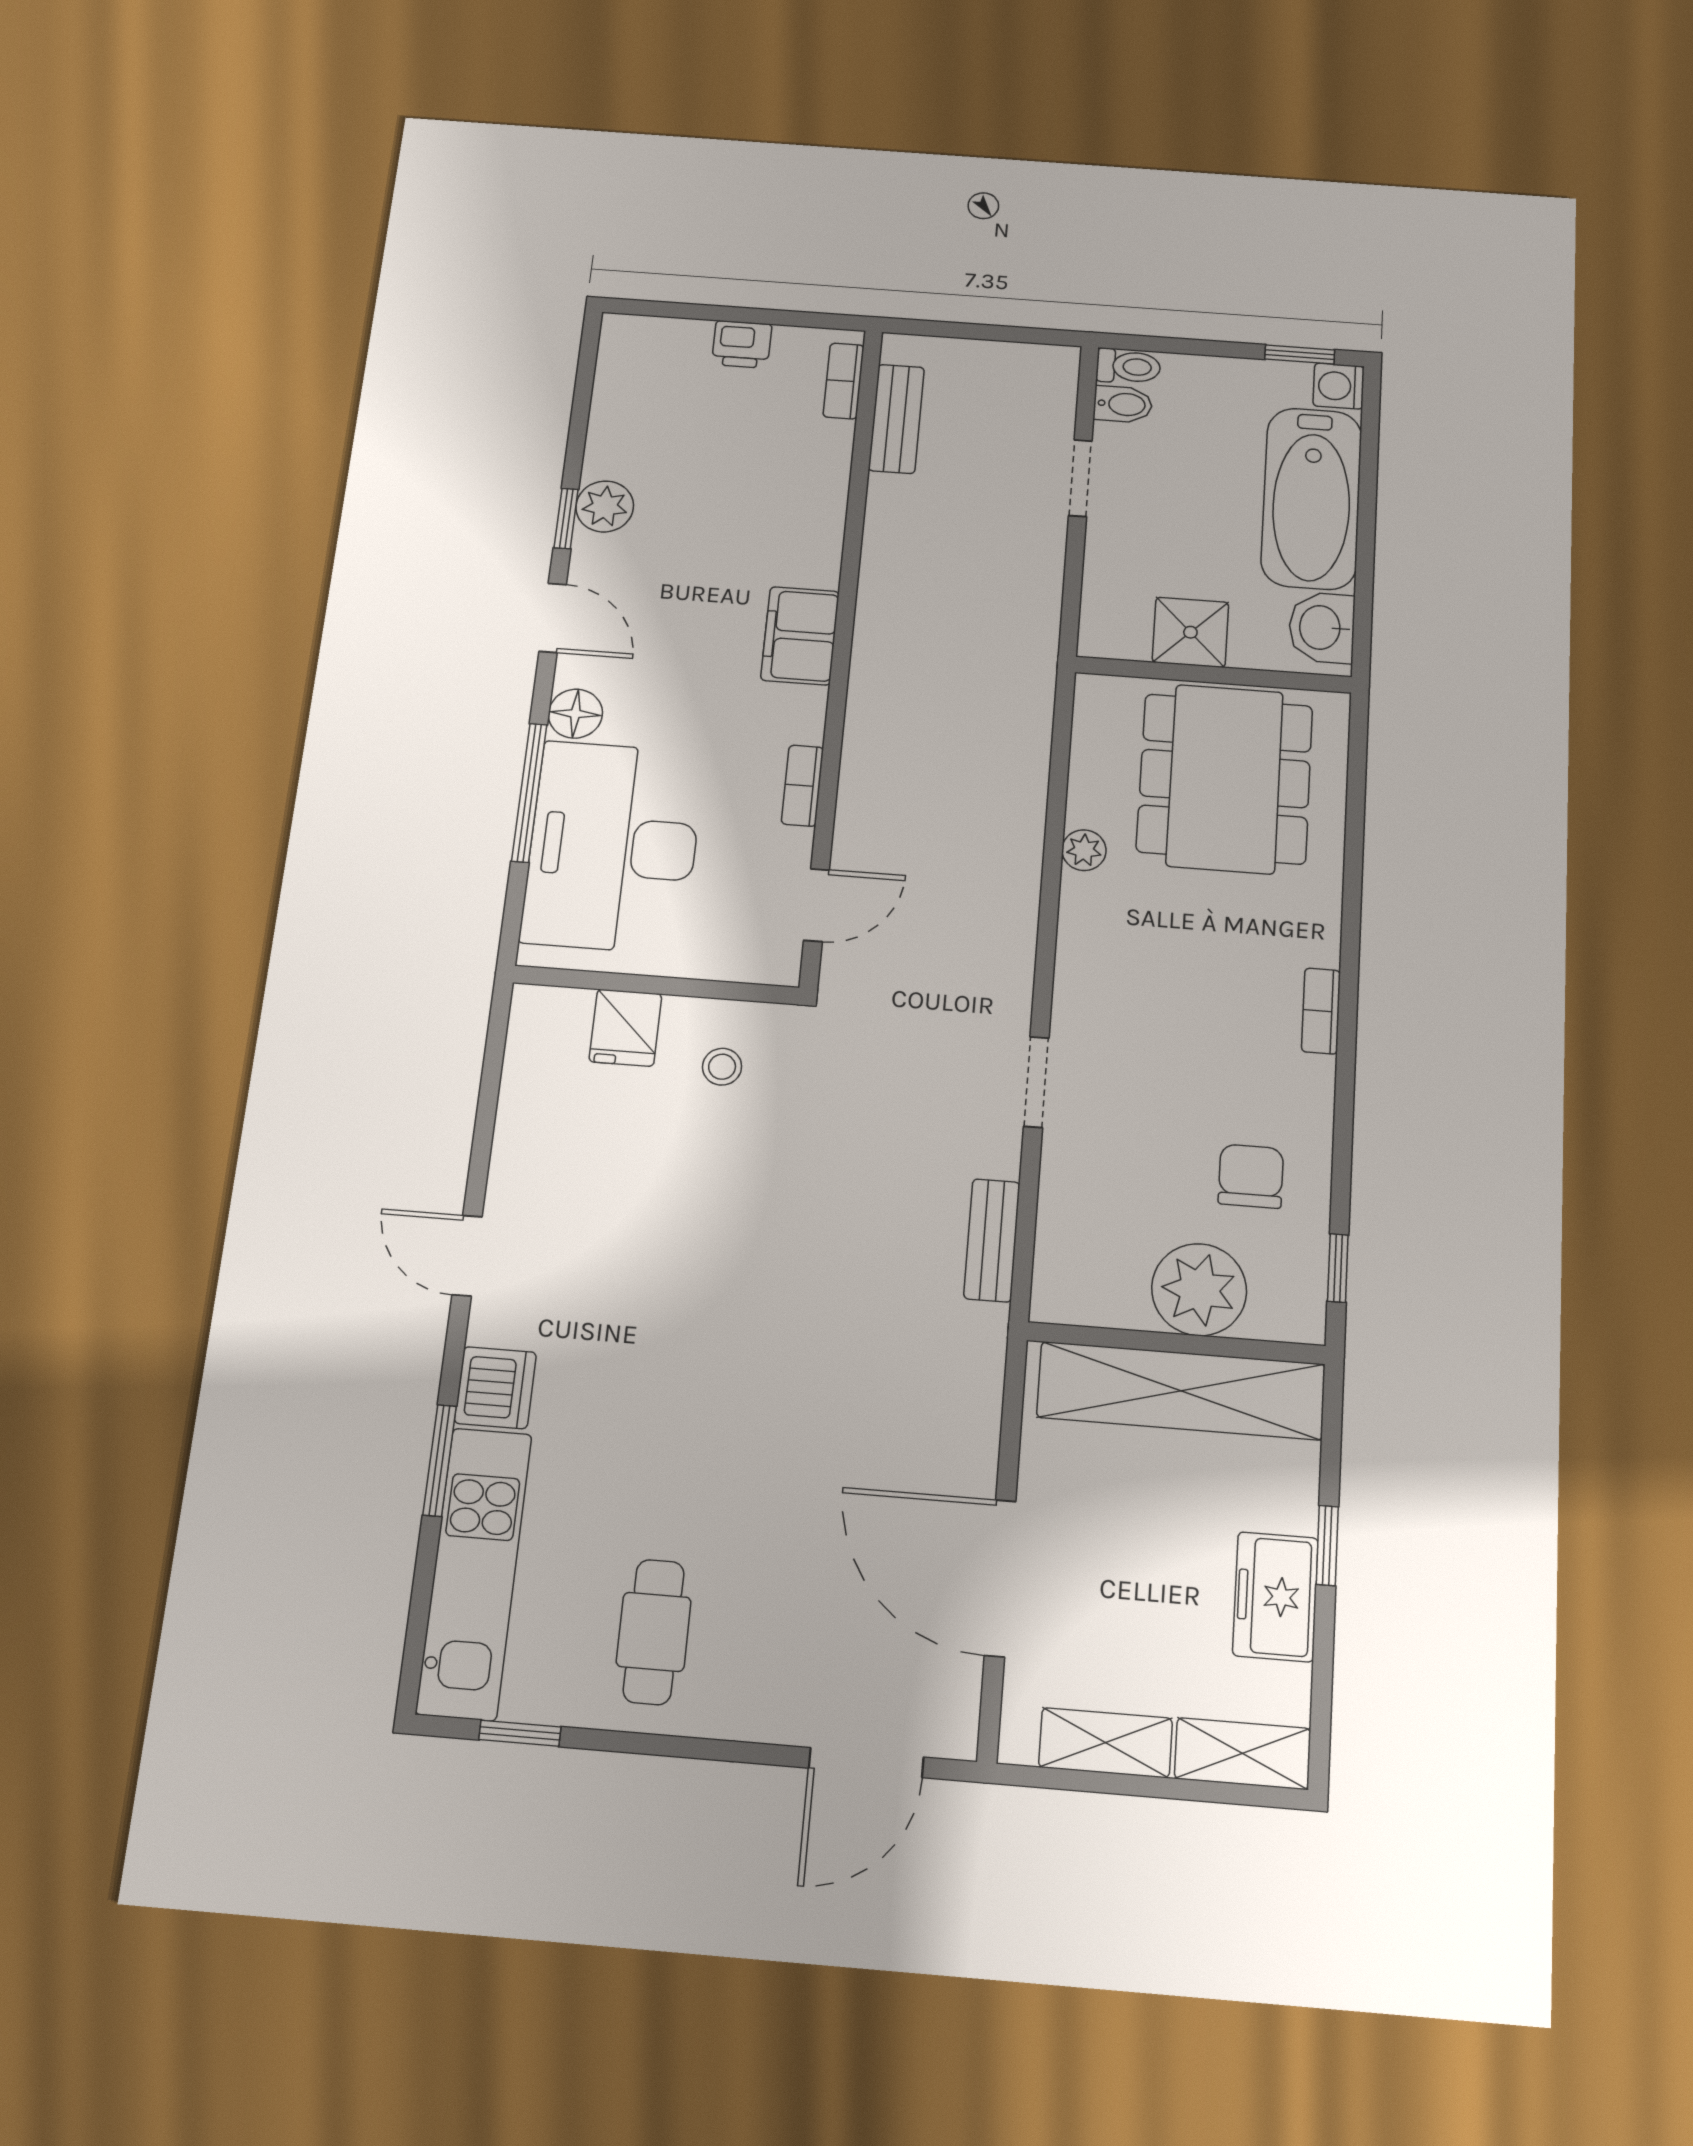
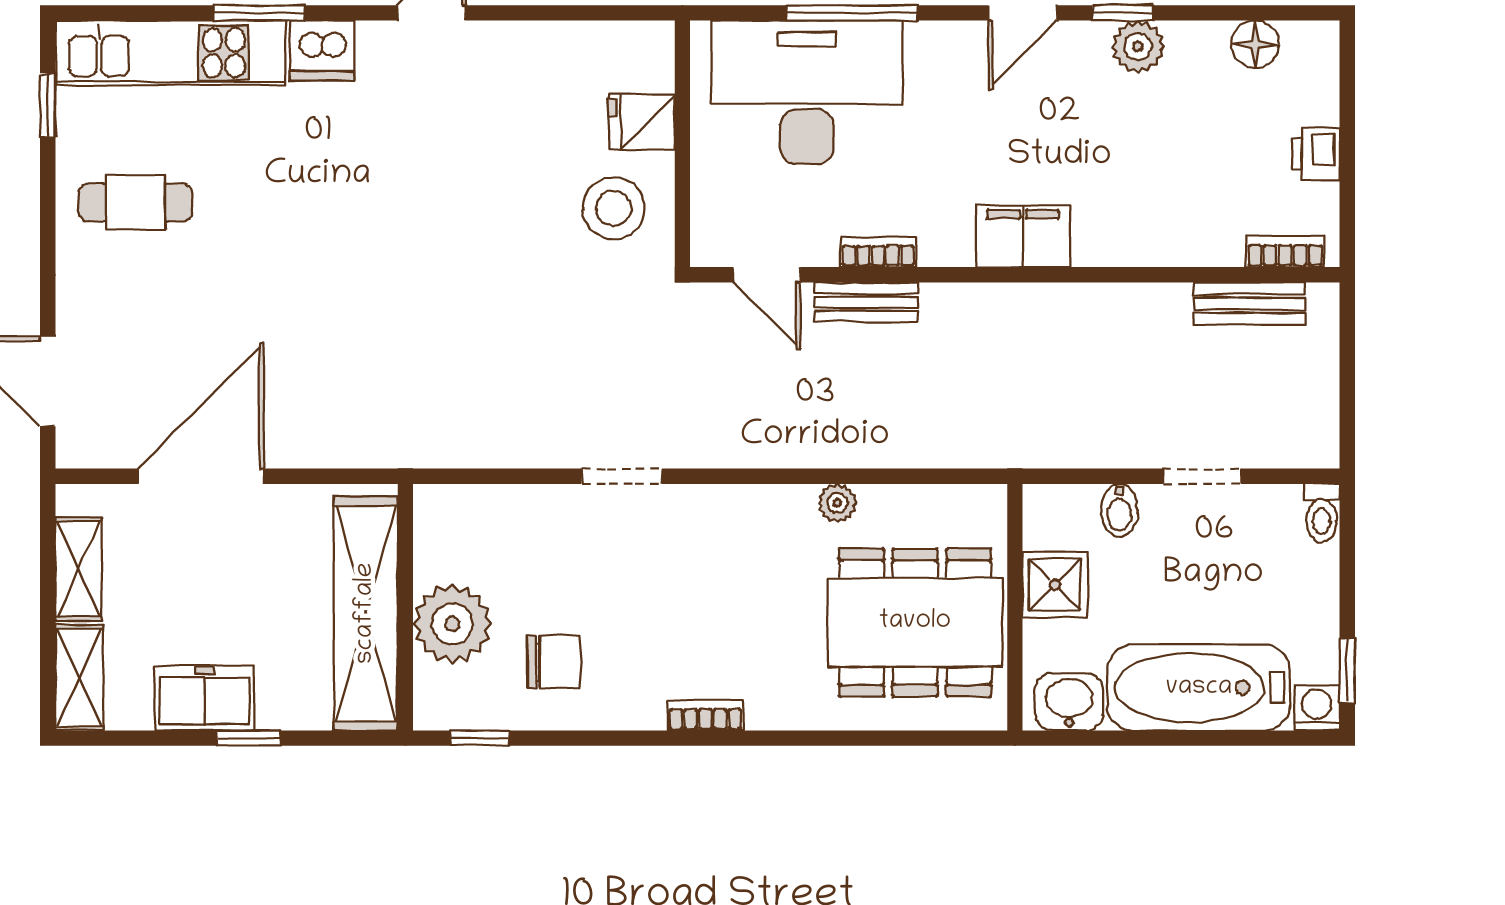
bidet: (1123, 404) -> (1119, 510), moved
floor lamp: (575, 714) -> (1255, 44), moved
stool: (722, 1067) -> (614, 208), width x1.89, depth x1.89
bench: (992, 1240) -> (866, 302), moved

